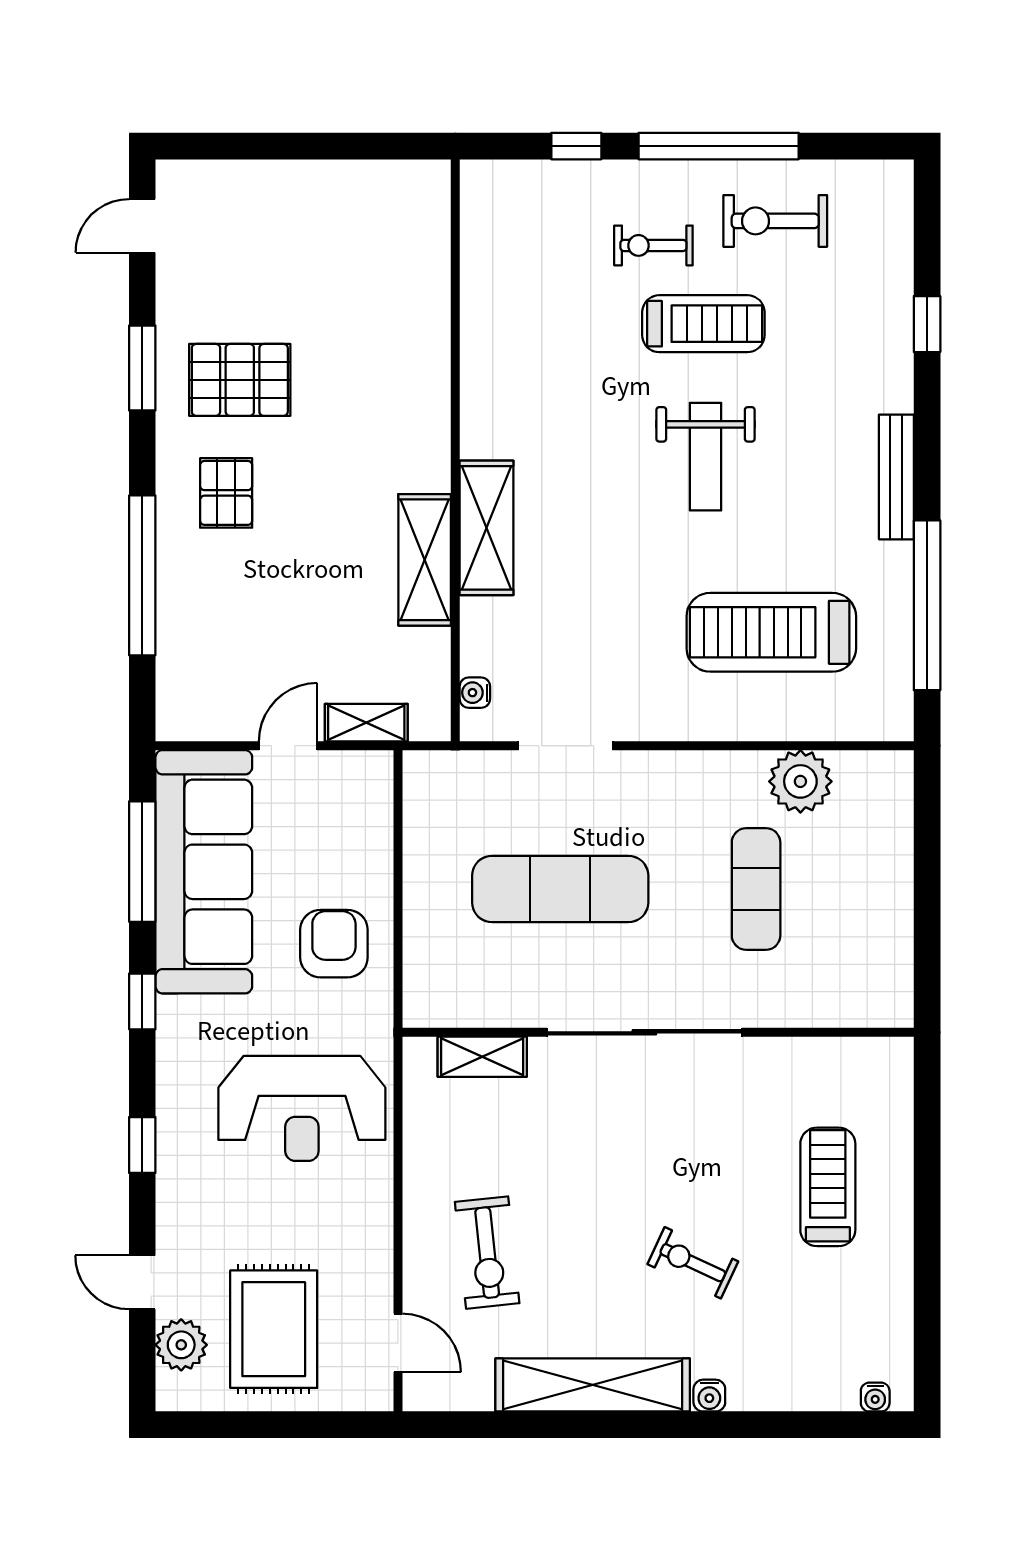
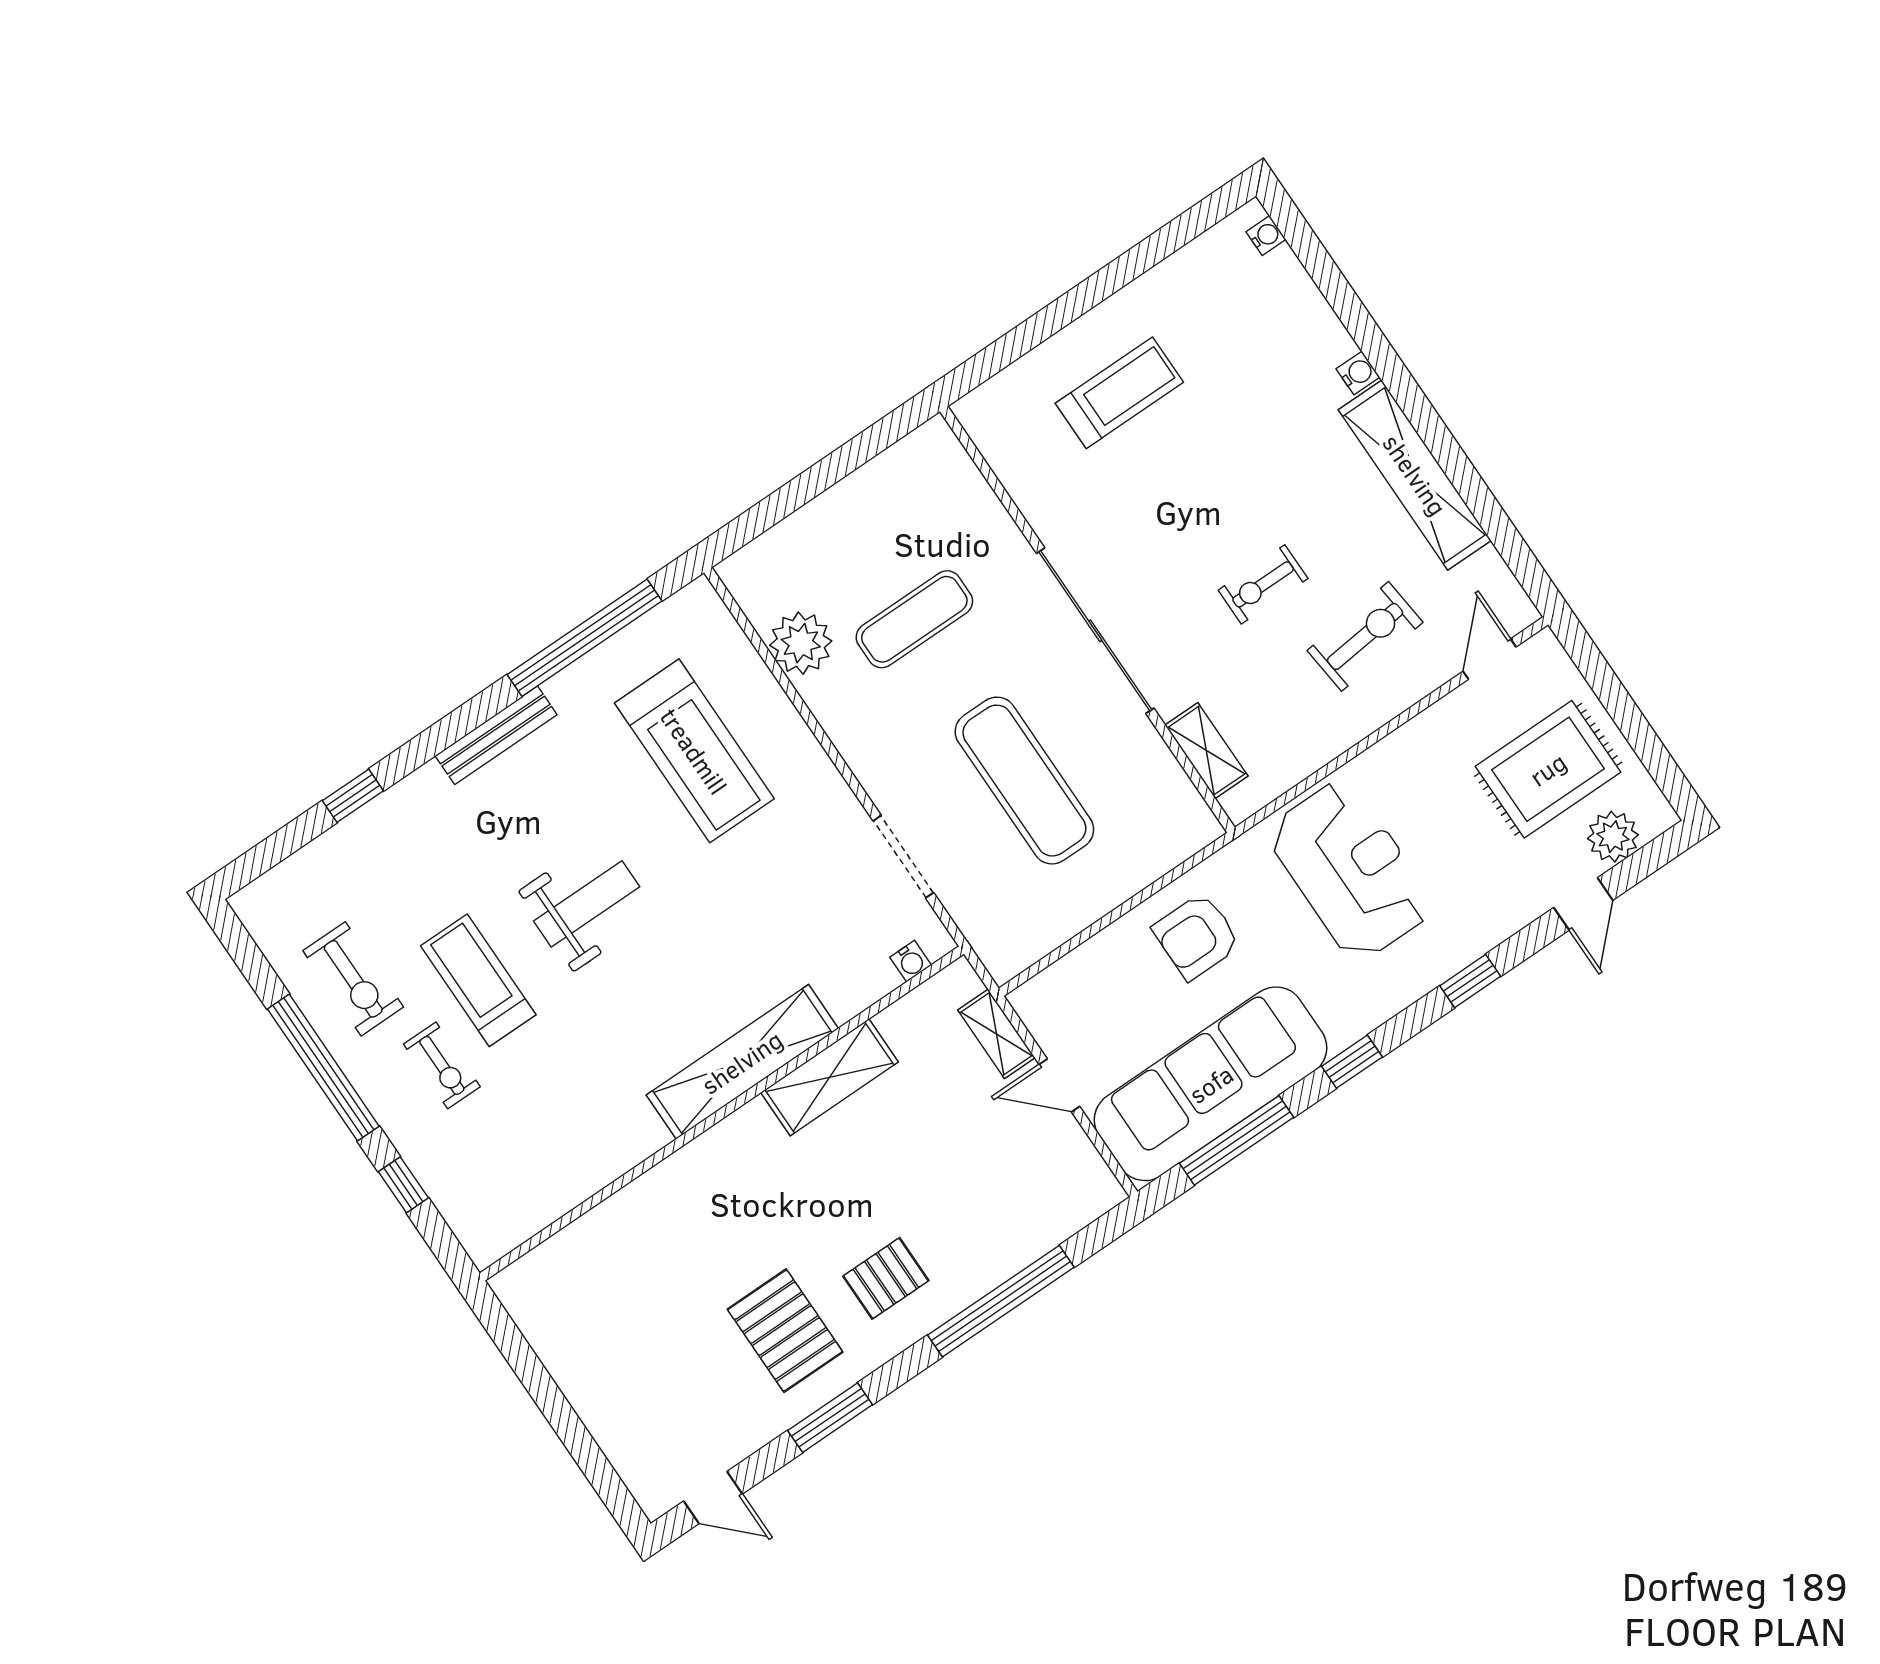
shelving: (487, 528) -> (742, 1062), width x1.47
treadmill: (828, 1187) -> (1119, 393), turned 180
exercise bike: (693, 1263) -> (1263, 584), moved, turned 65

